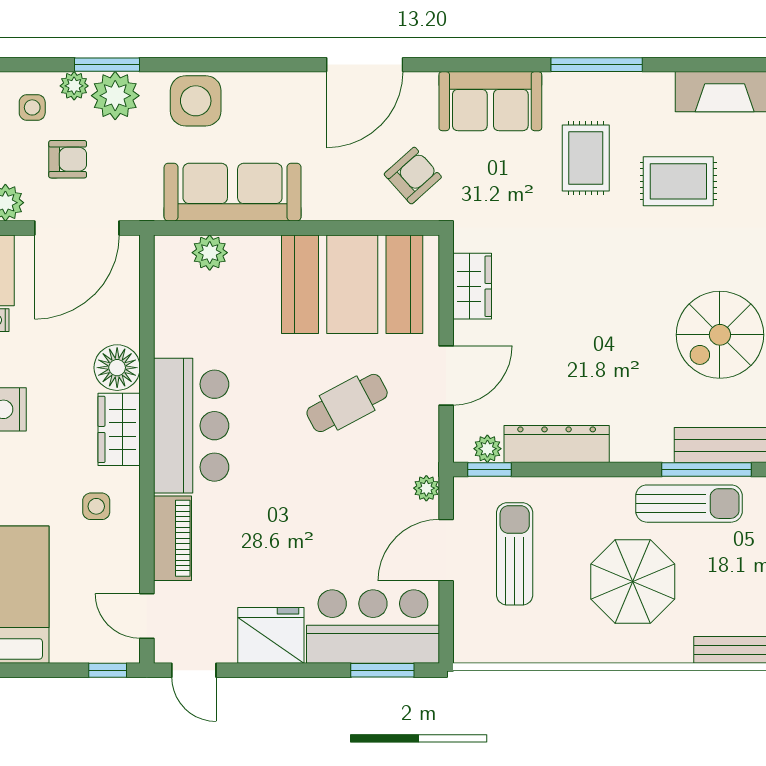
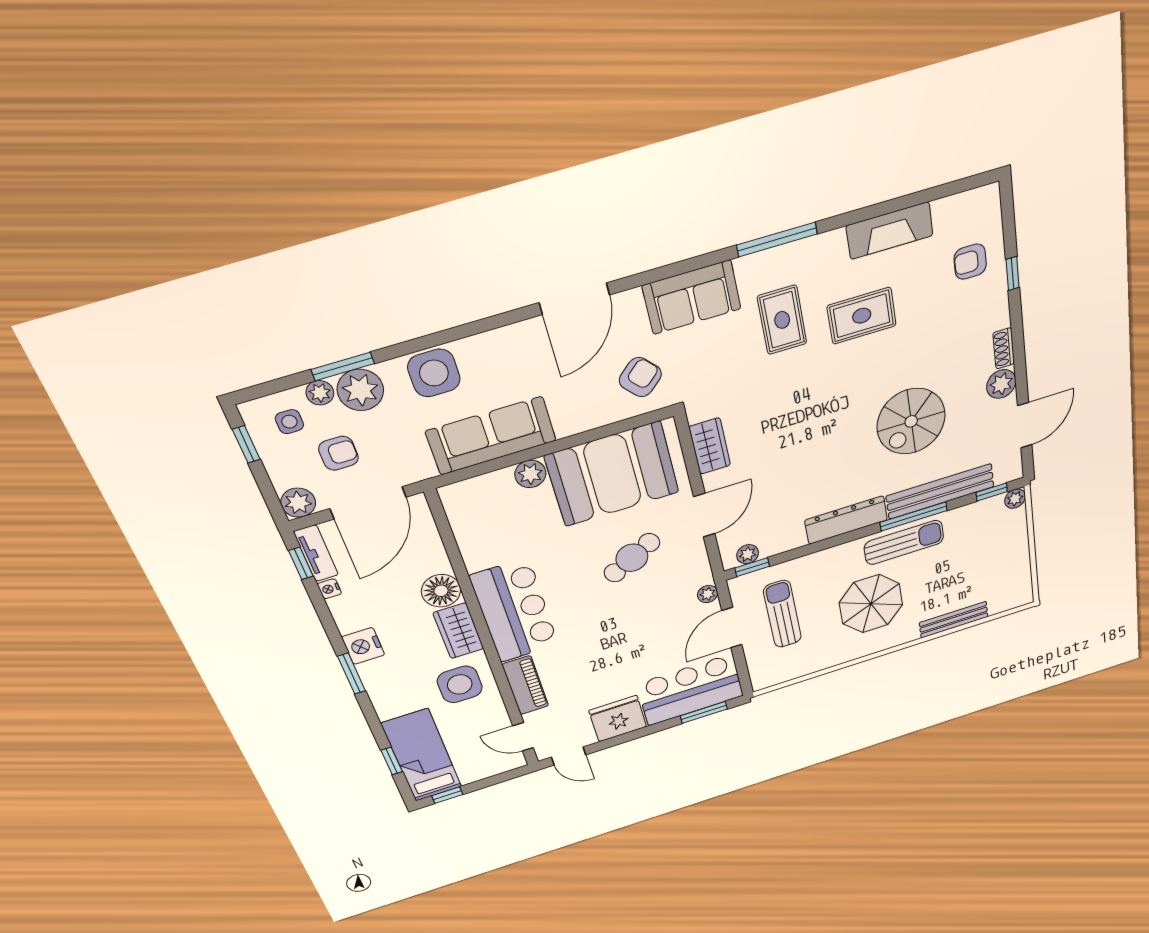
plant: (210, 253) -> (530, 474), moved
dresser: (557, 444) -> (846, 520), moved
side table: (96, 506) -> (460, 684), width x1.87, depth x1.87
window: (108, 670) -> (447, 795), moved

